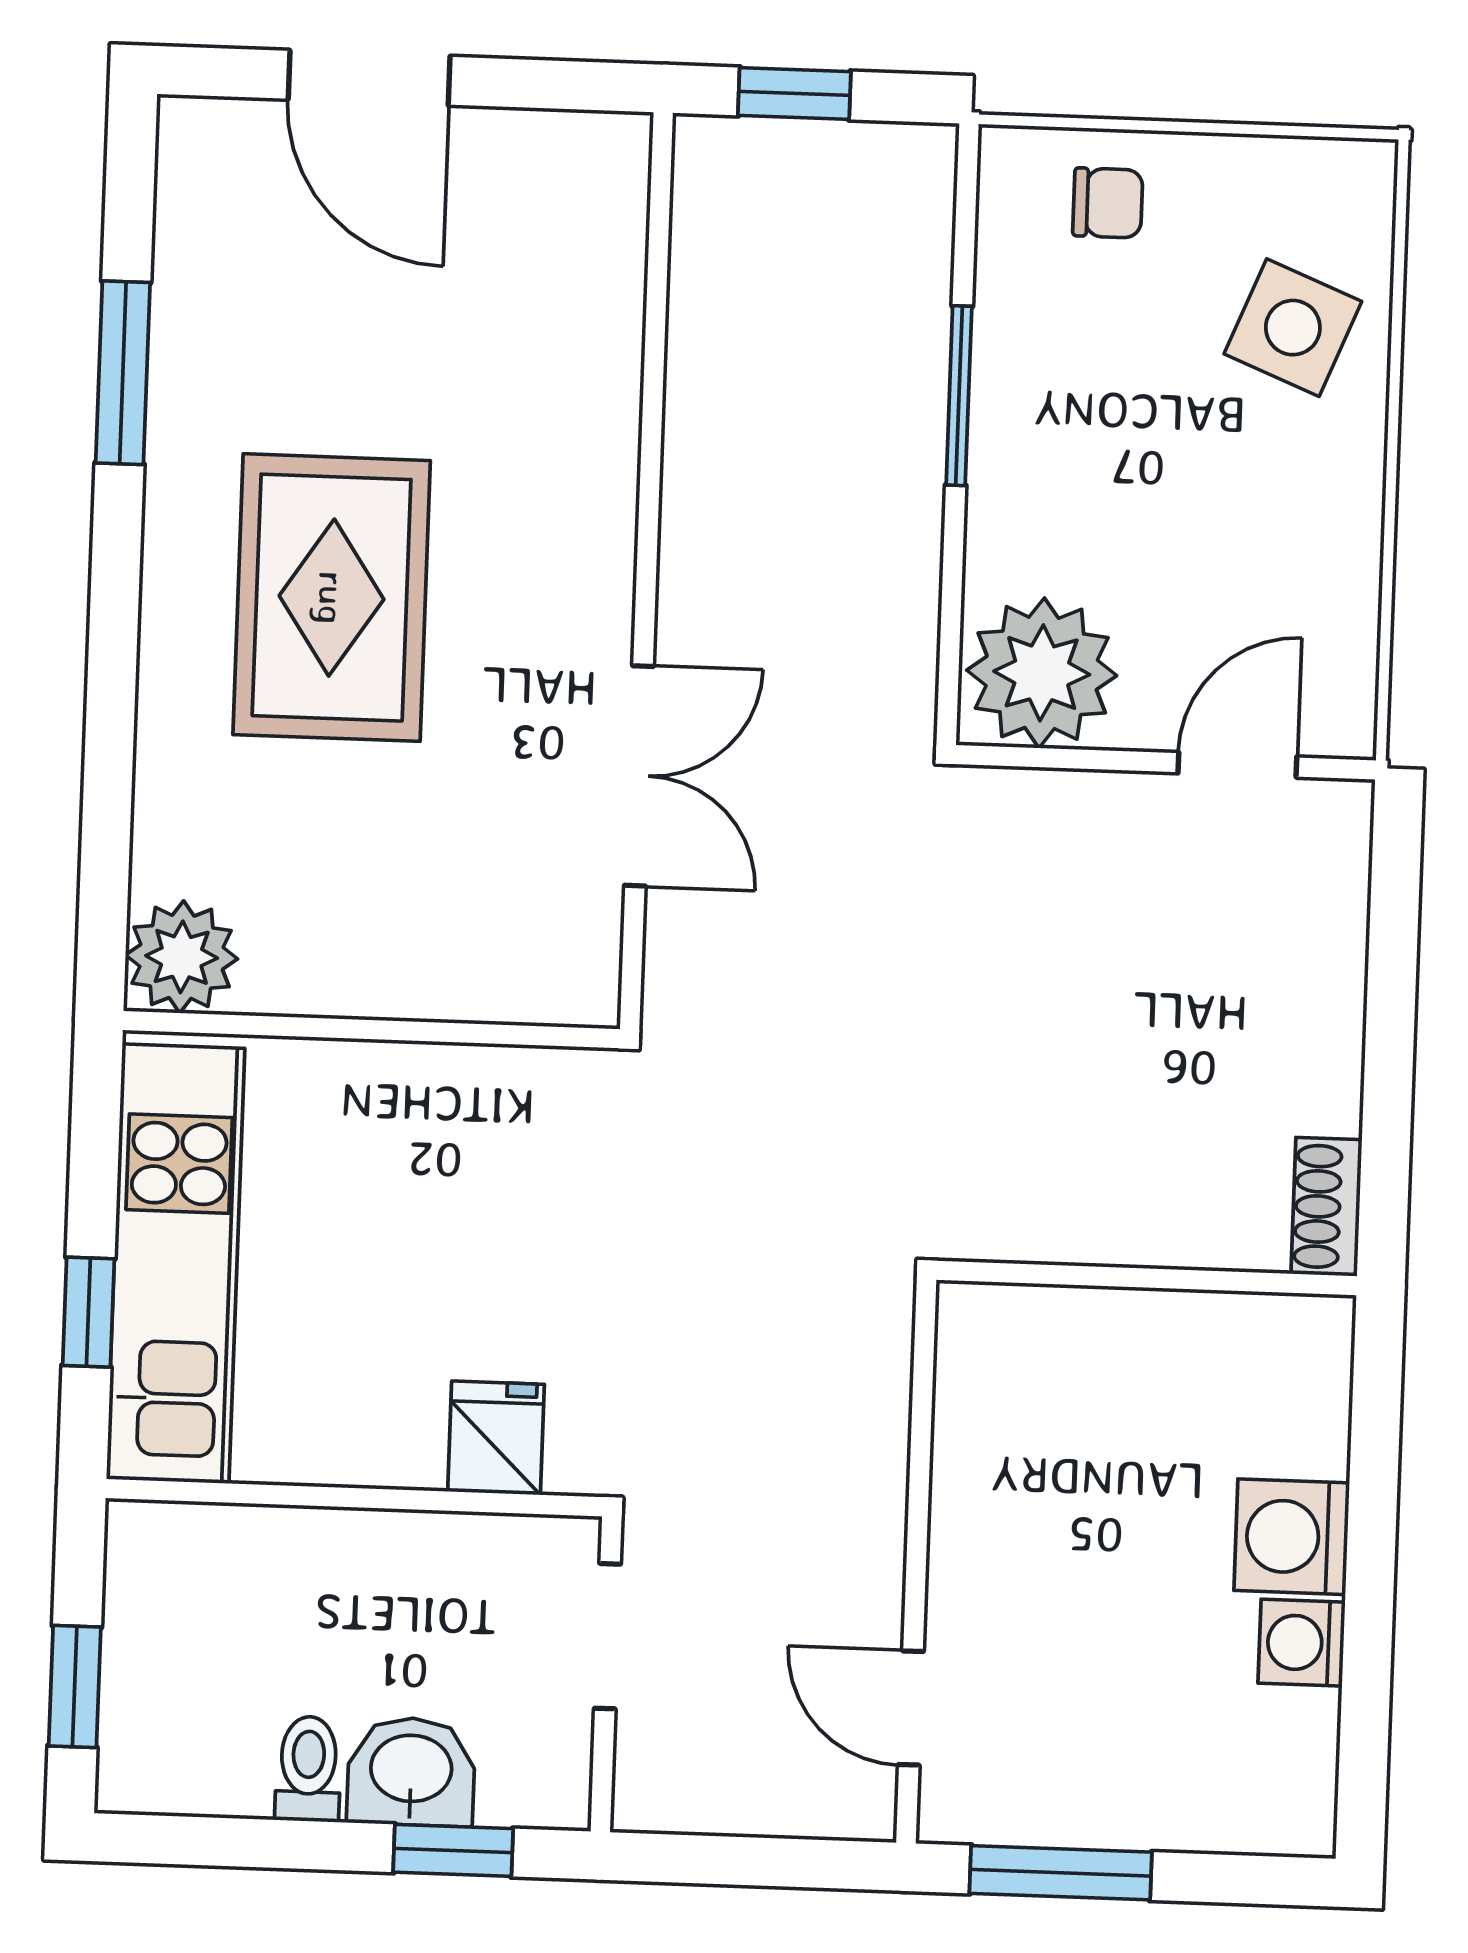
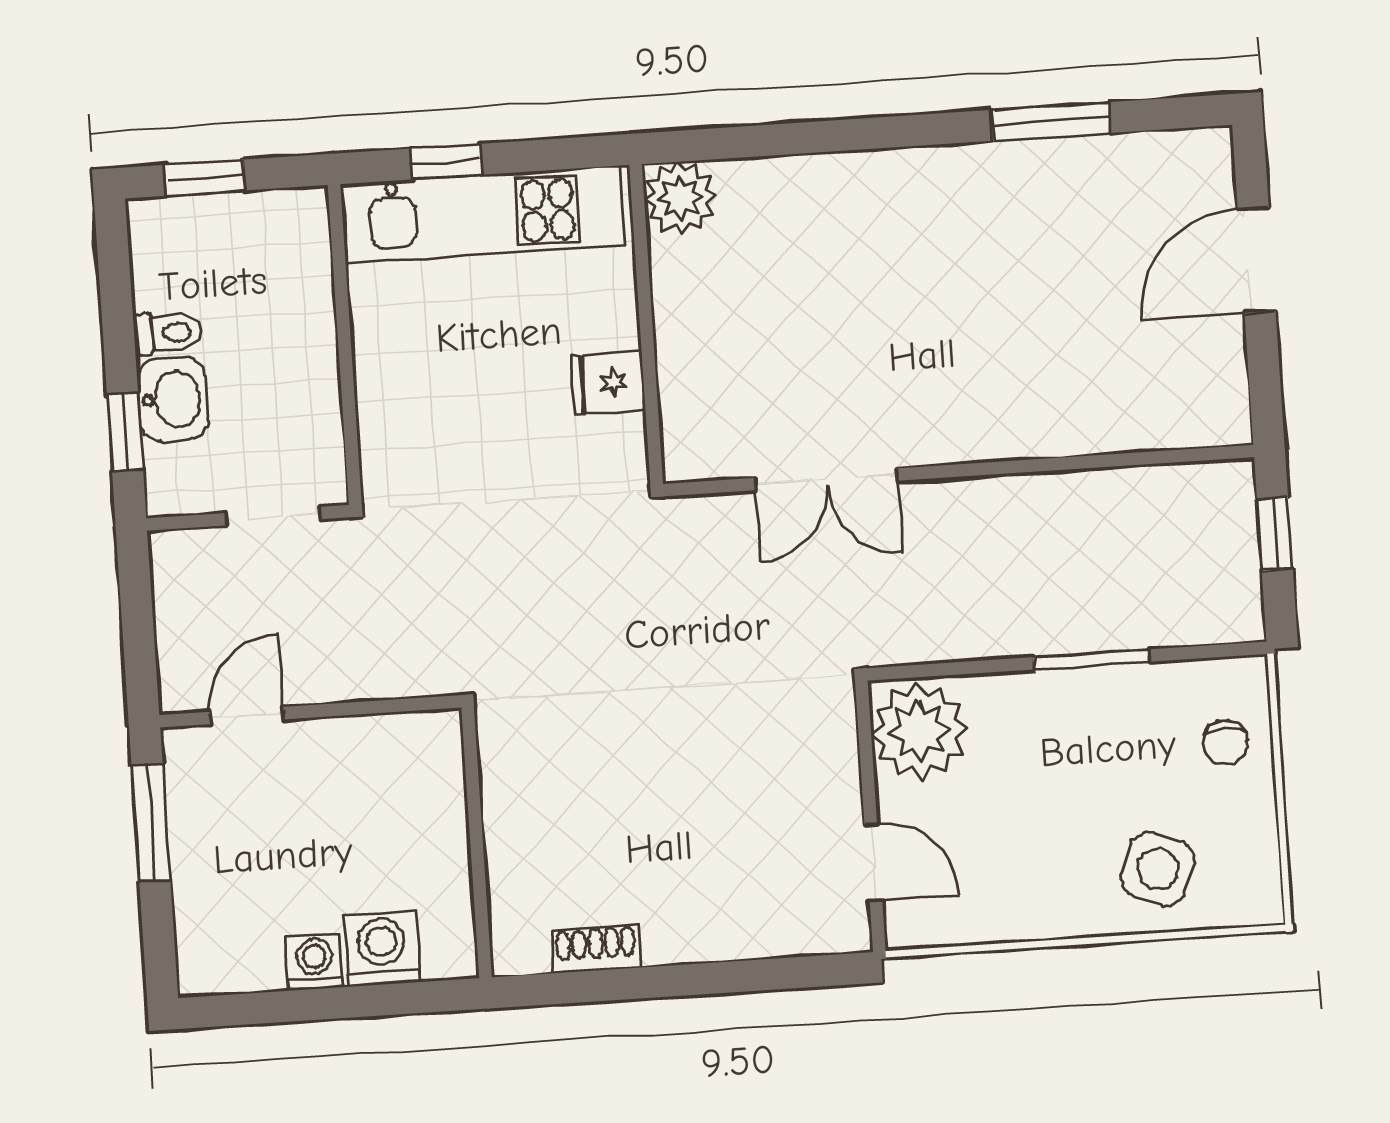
rug: (332, 598) -> (921, 270), removed
wall: (1147, 1278) -> (477, 842), moved
fridge: (496, 1438) -> (608, 383), moved, turned 180

